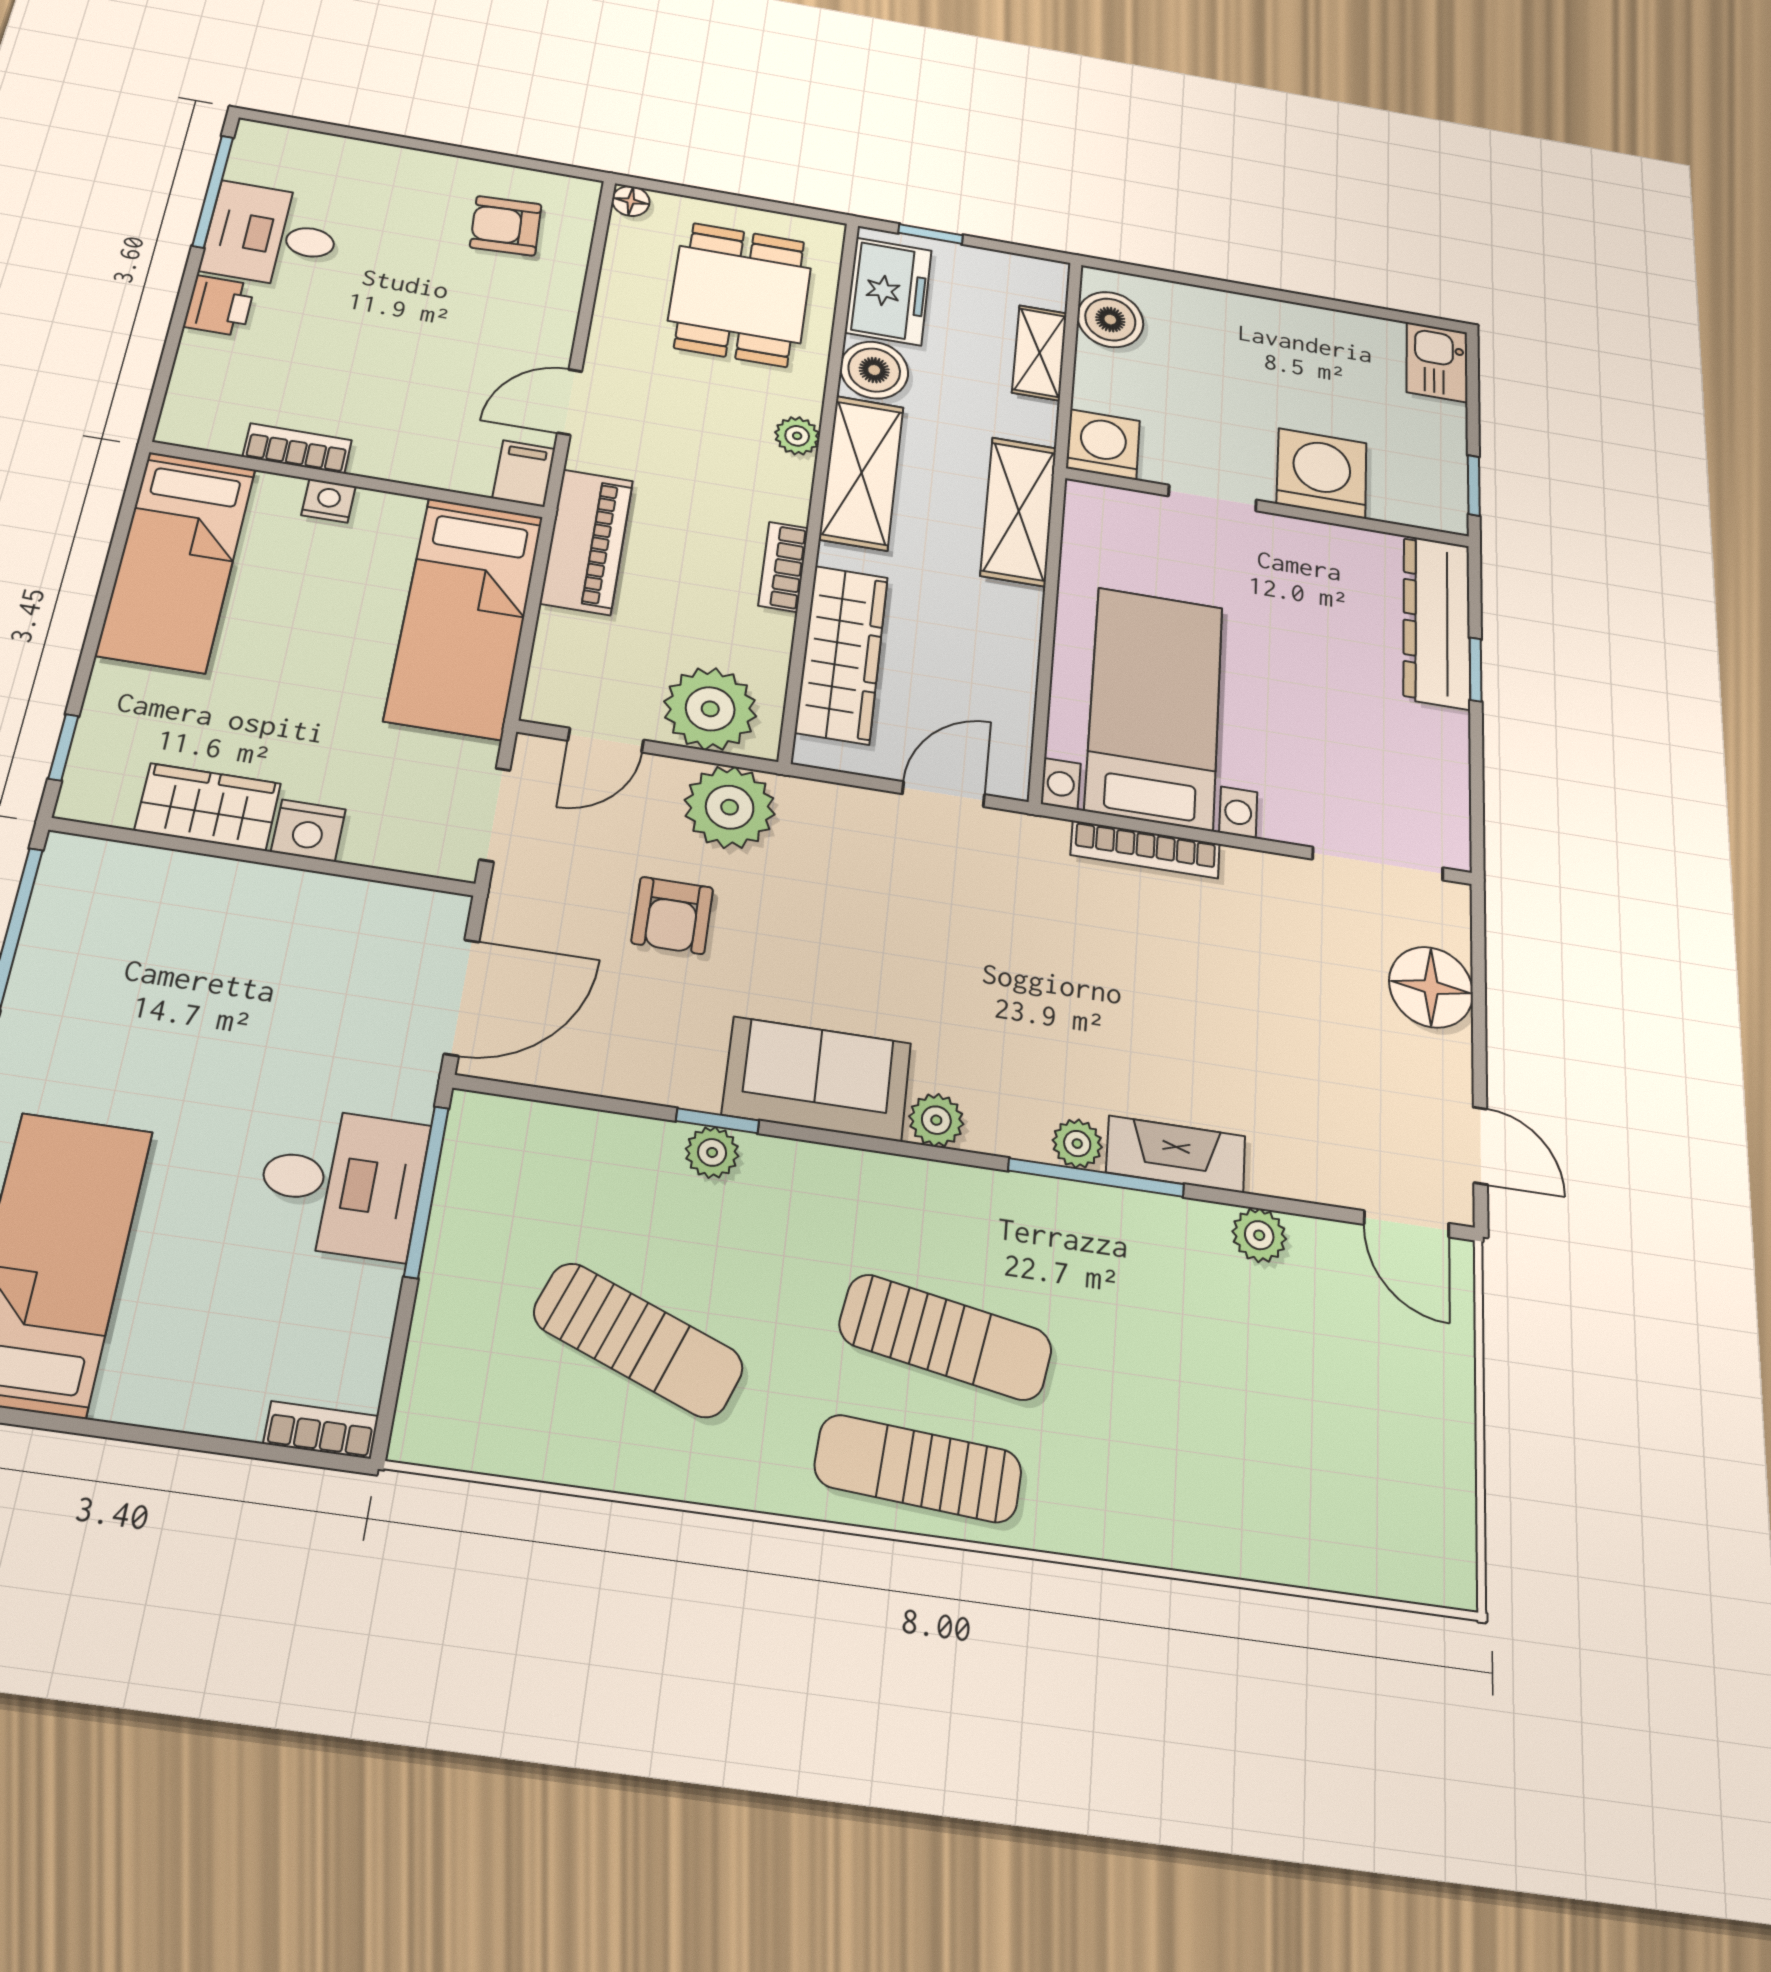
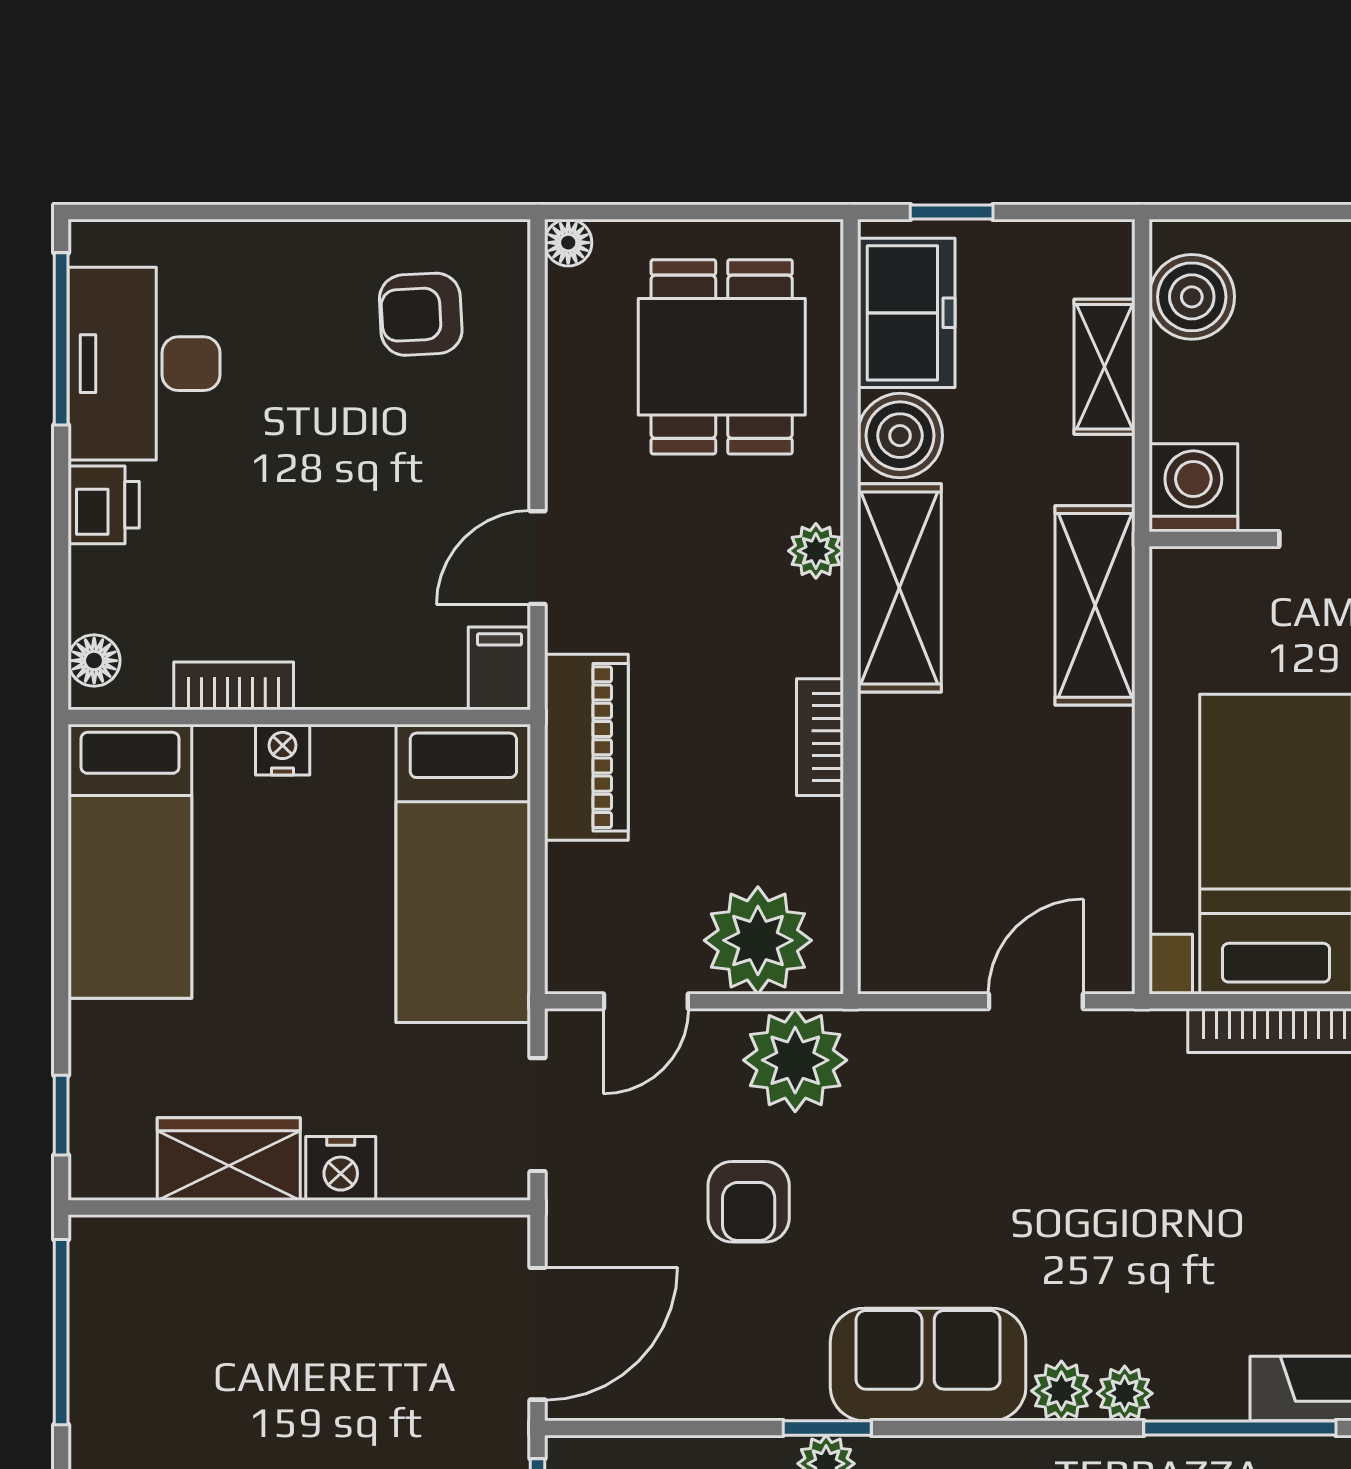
desk: (272, 236) -> (144, 364), width x1.37
floor lamp: (183, 411) -> (94, 661), added
wardrobe: (842, 654) -> (901, 842), removed
plant: (1077, 1144) -> (1125, 1393), moved

